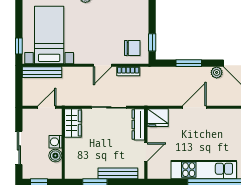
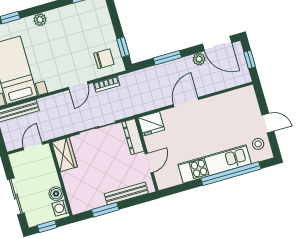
washing machine: (55, 142) -> (60, 208), moved

